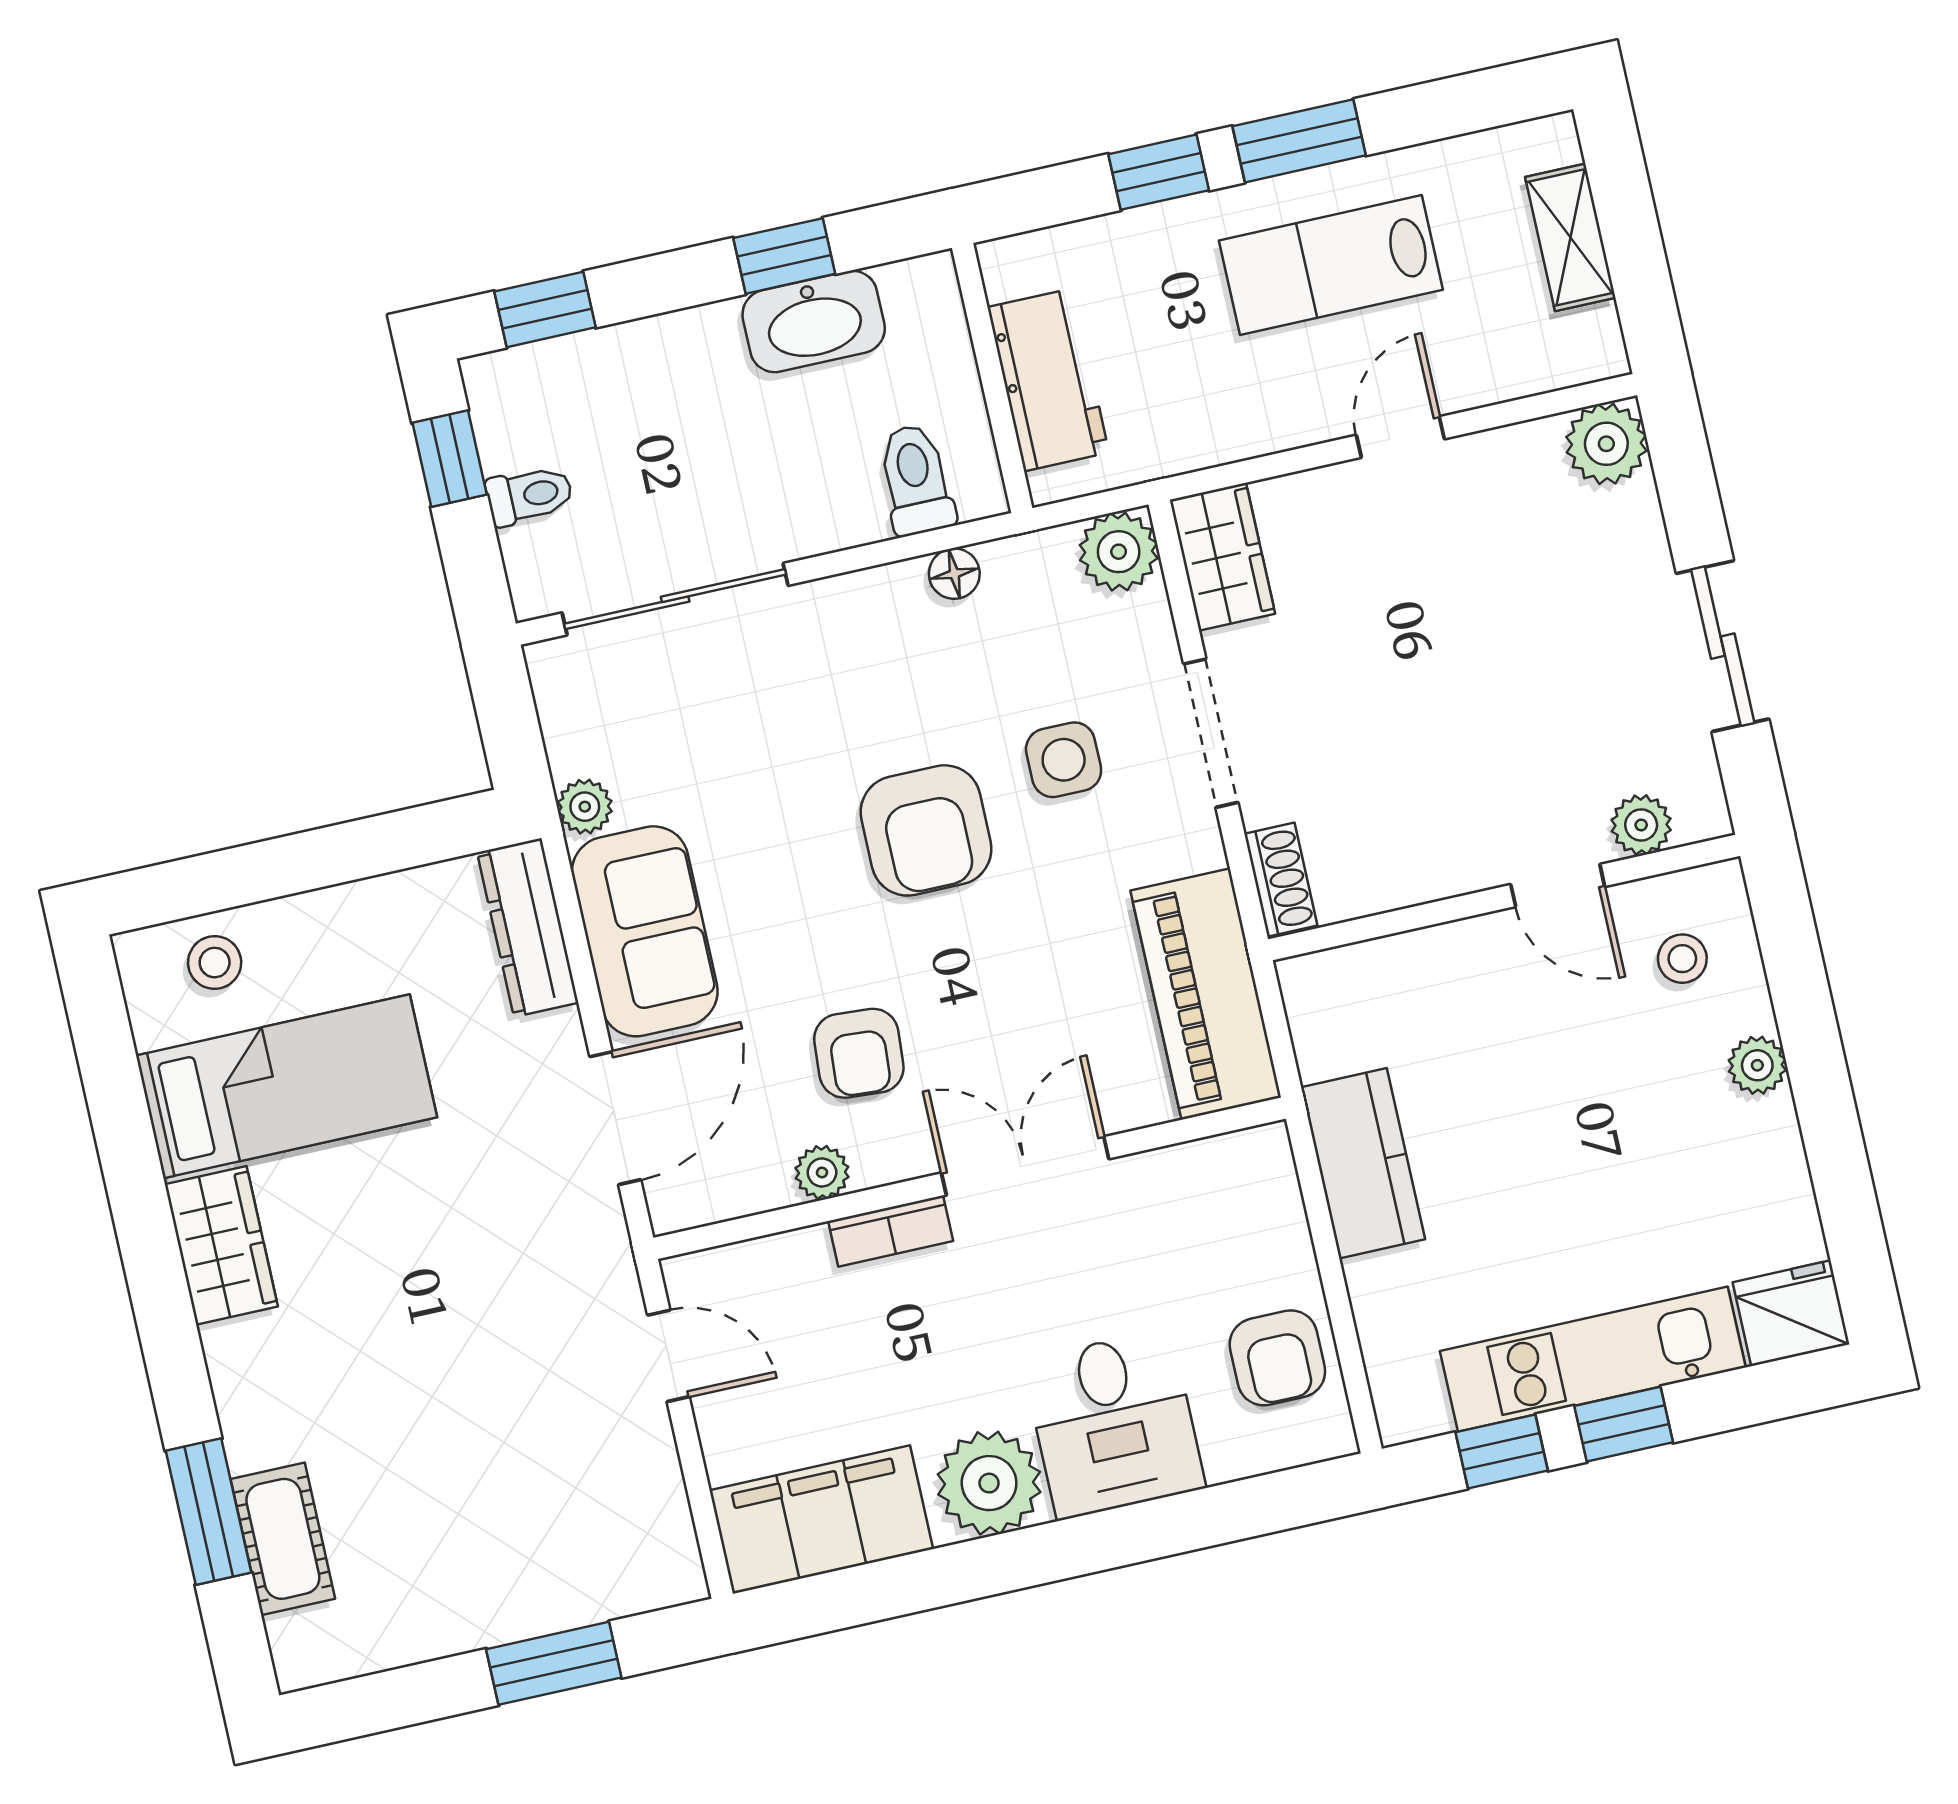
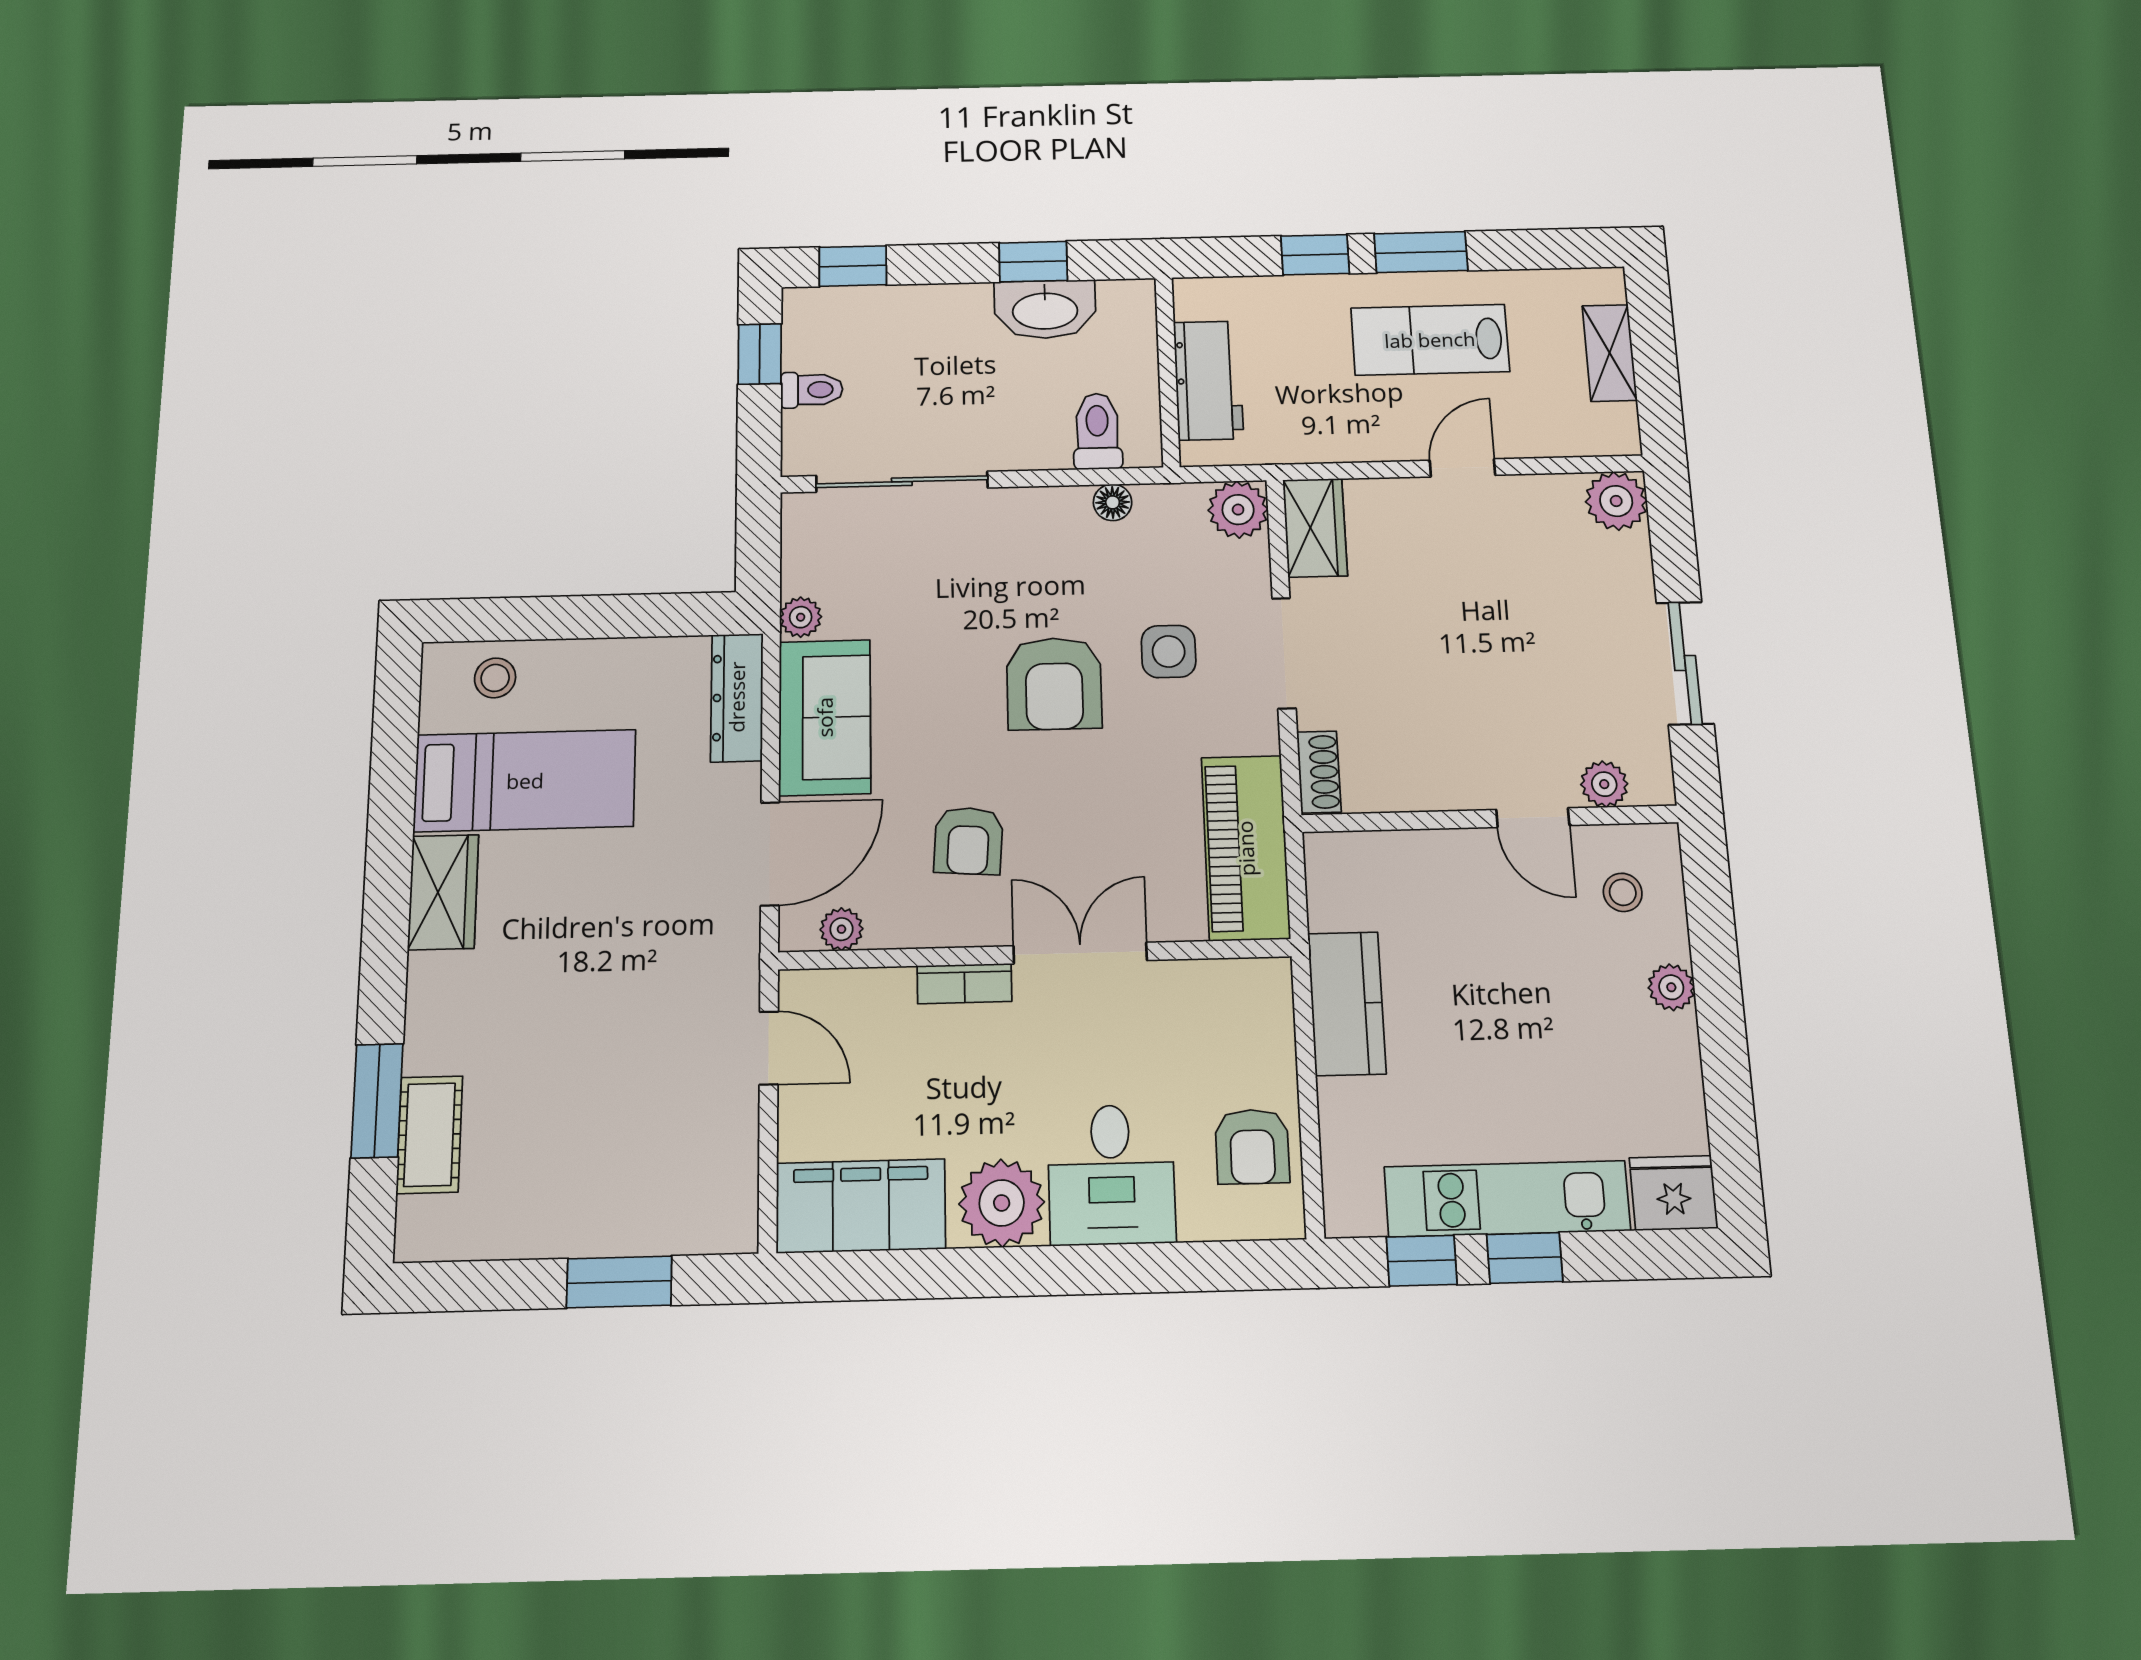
plant: (822, 1172) -> (841, 929), moved

